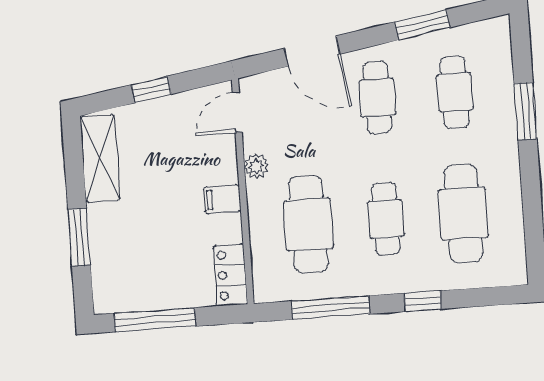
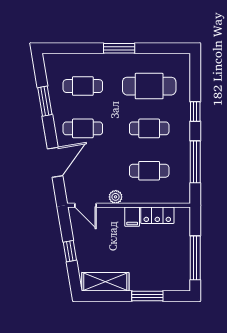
window: (525, 111) -> (119, 48), moved
cafe table: (308, 224) -> (149, 171), width x0.73, depth x0.74
locker: (230, 275) -> (157, 215), moved

